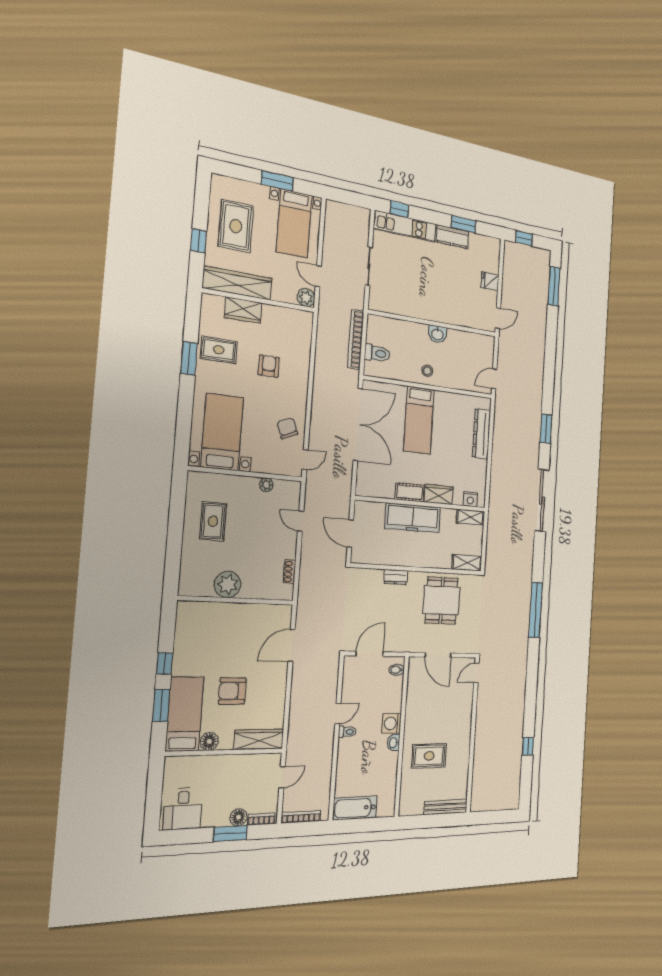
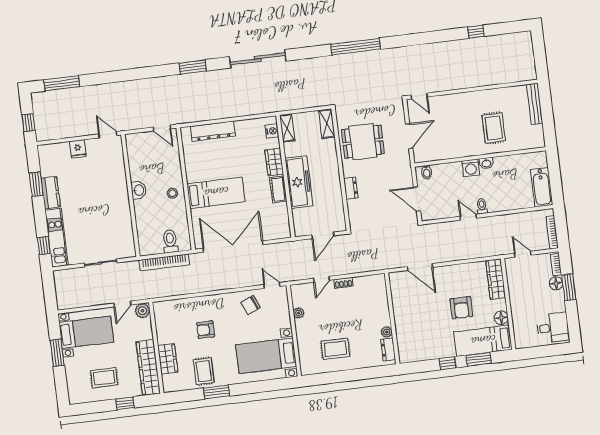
rug: (236, 226) -> (104, 378), width x0.73, depth x0.70
shoe rack: (290, 572) -> (343, 283), moved
plant: (228, 584) -> (387, 332), width x0.53, depth x0.53
dresser: (198, 588) -> (388, 350), added

